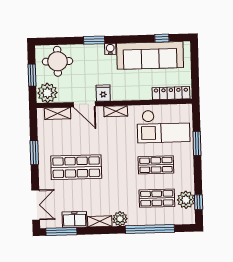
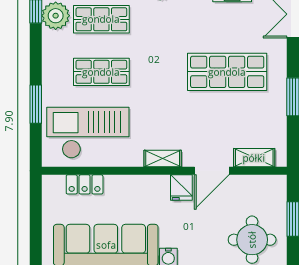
plant: (47, 93) -> (269, 190), removed
locker: (171, 93) -> (85, 184), width x0.66
door: (84, 104) -> (212, 171), swing flipped

